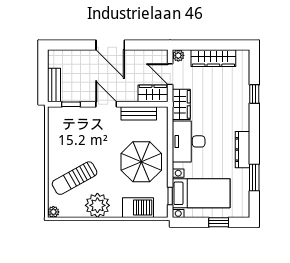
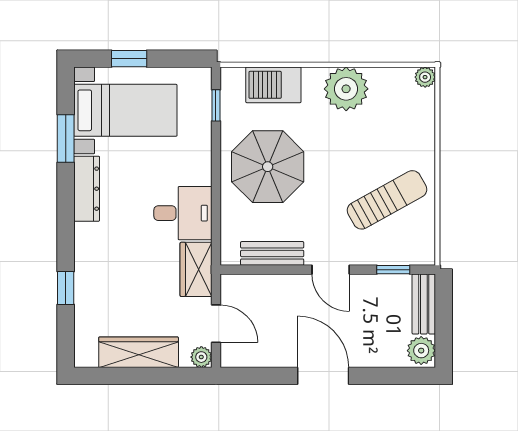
plant: (55, 59) -> (421, 351), added
wardrobe: (153, 93) -> (247, 289), removed
desk: (189, 141) -> (183, 213), width x0.73
sun lounger: (75, 178) -> (387, 200), moved
bed with nightstands: (201, 193) -> (125, 110), moved, turned 180

